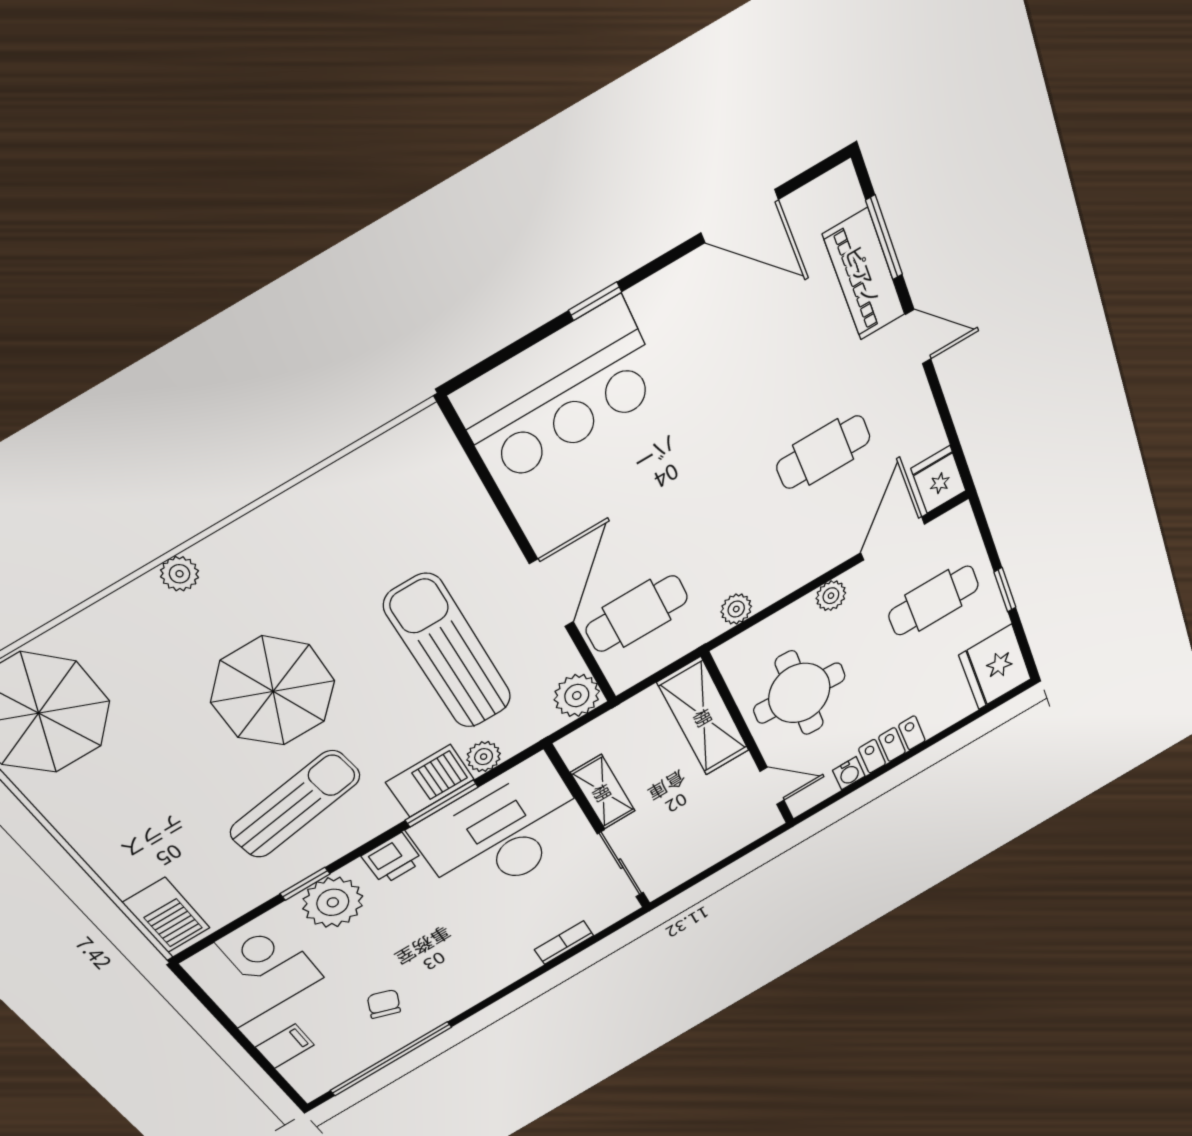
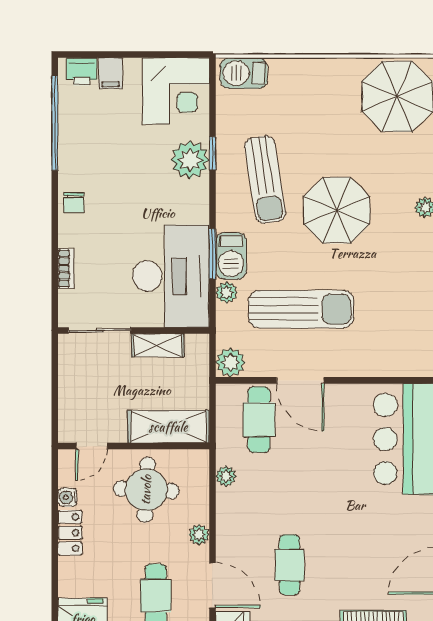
printer: (392, 859) -> (82, 72), moved, turned -90
chair: (384, 1004) -> (74, 203), moved, turned 68

